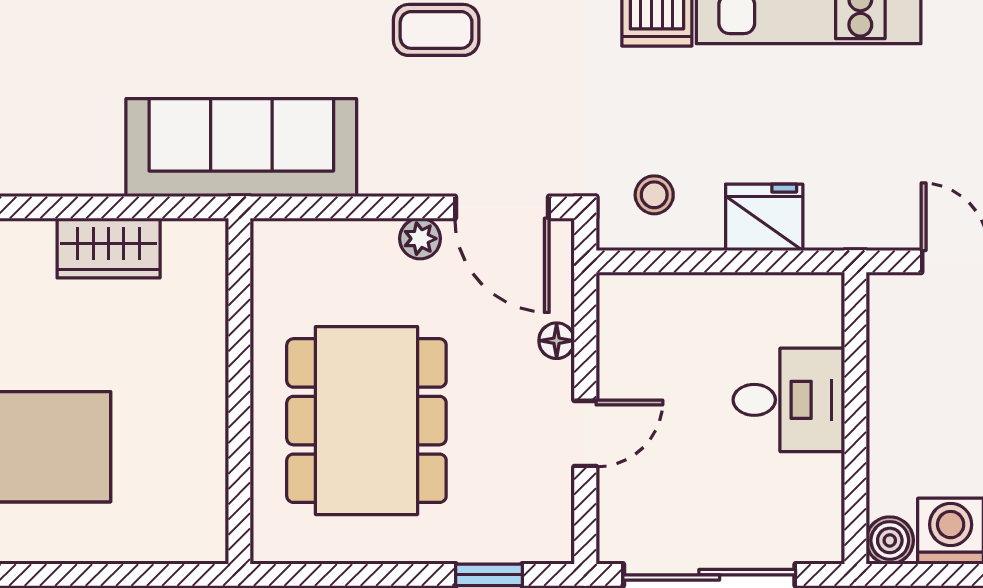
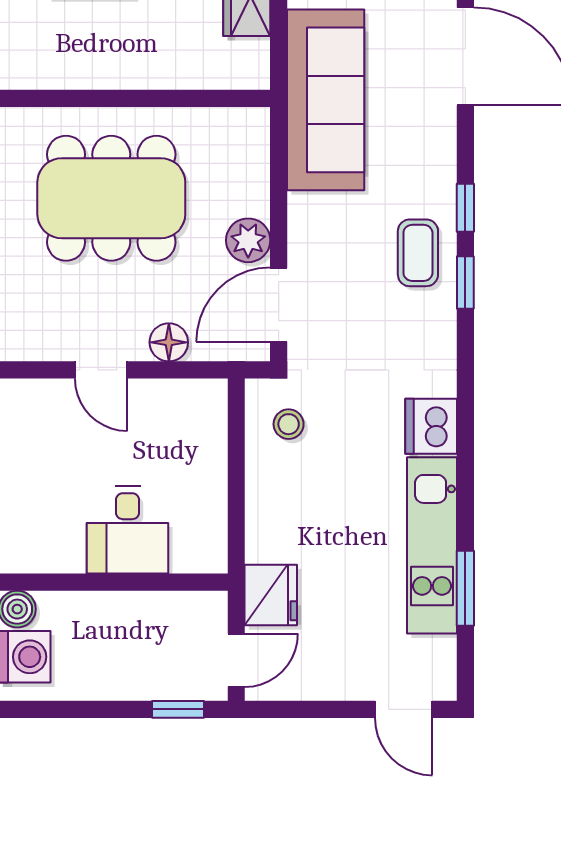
fridge: (764, 217) -> (271, 595), moved
plant: (420, 239) -> (248, 240), width x1.38, depth x1.38
floor lamp: (557, 341) -> (169, 342), width x1.37, depth x1.37

